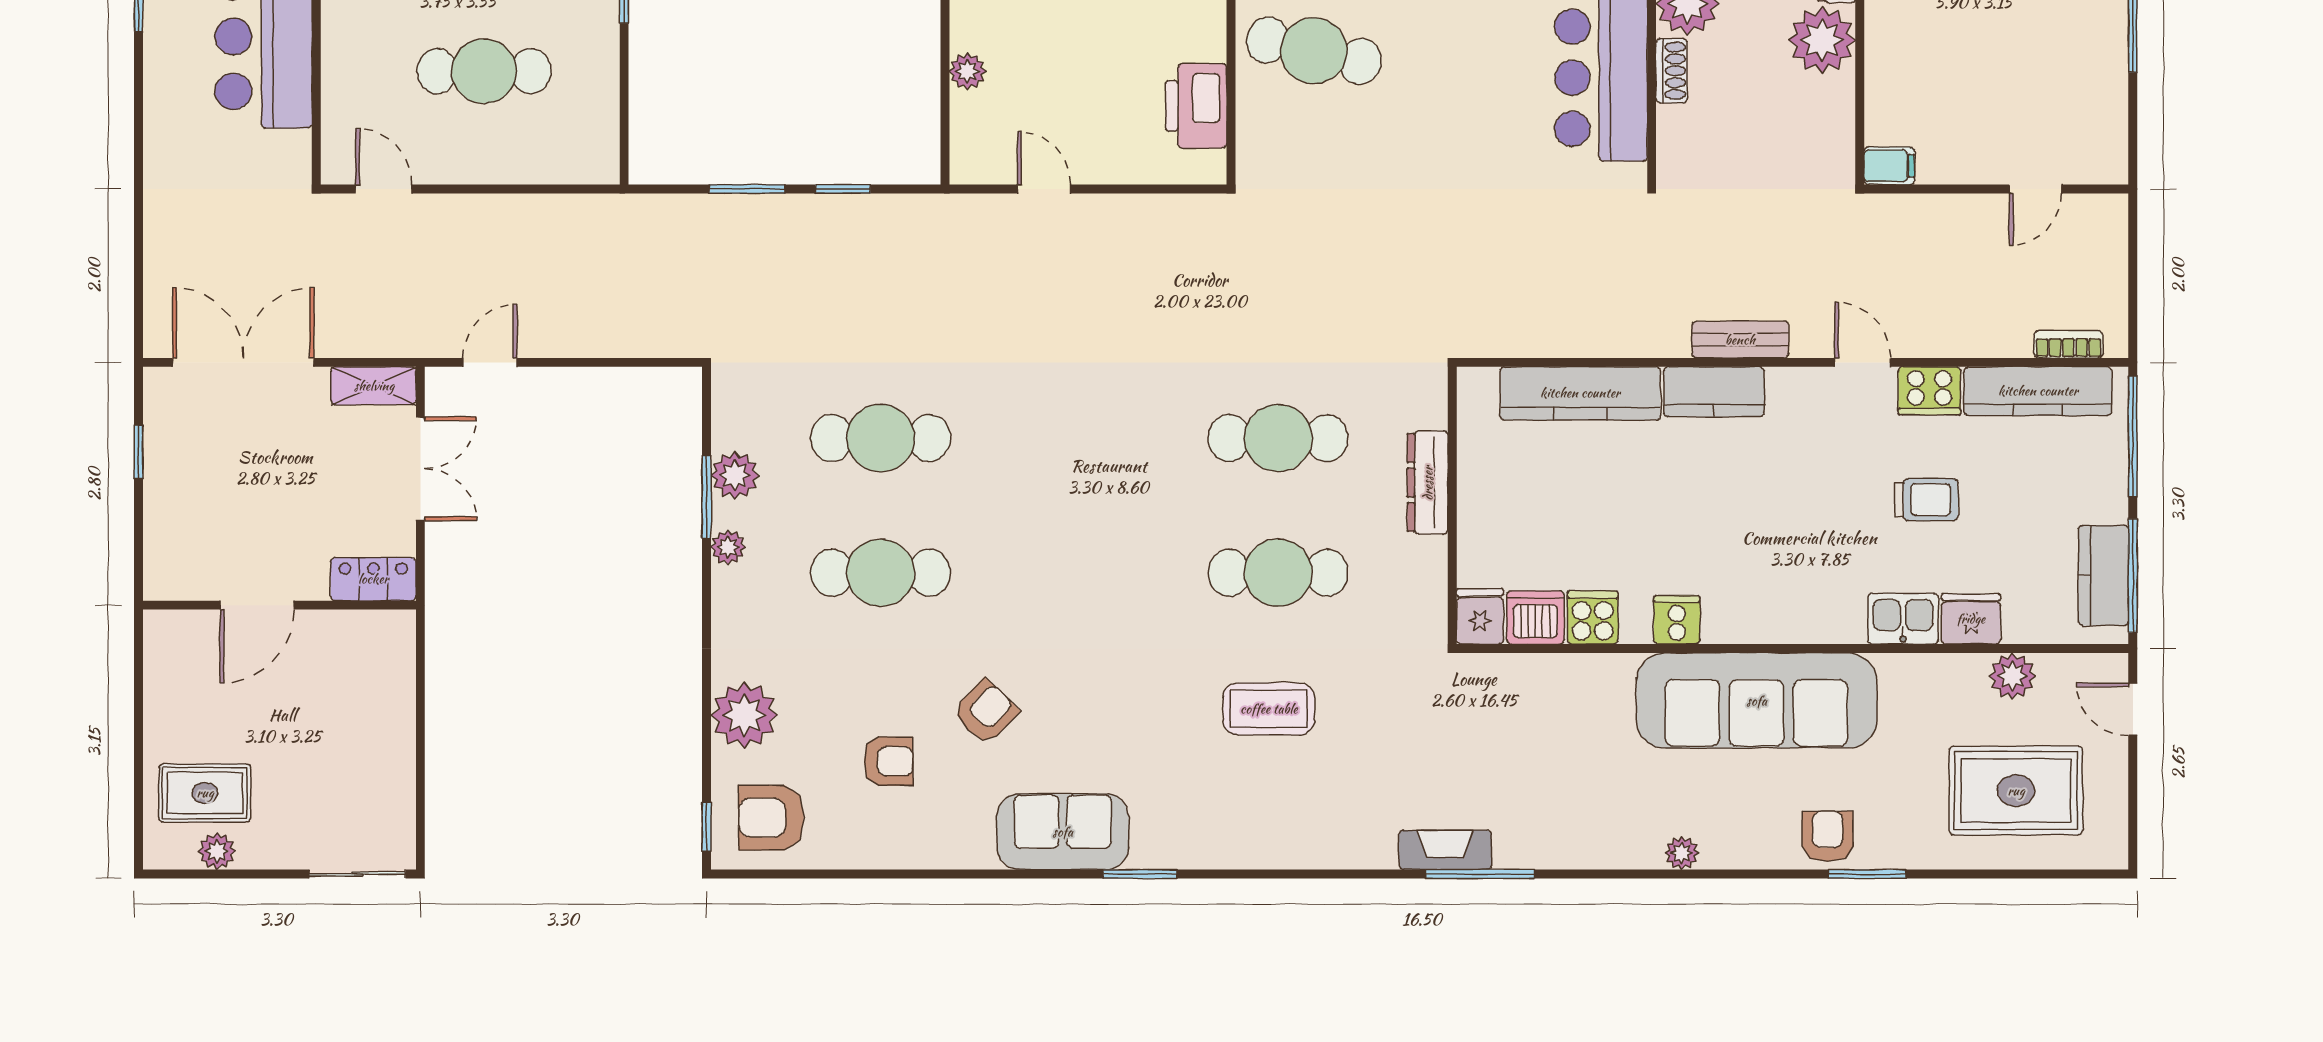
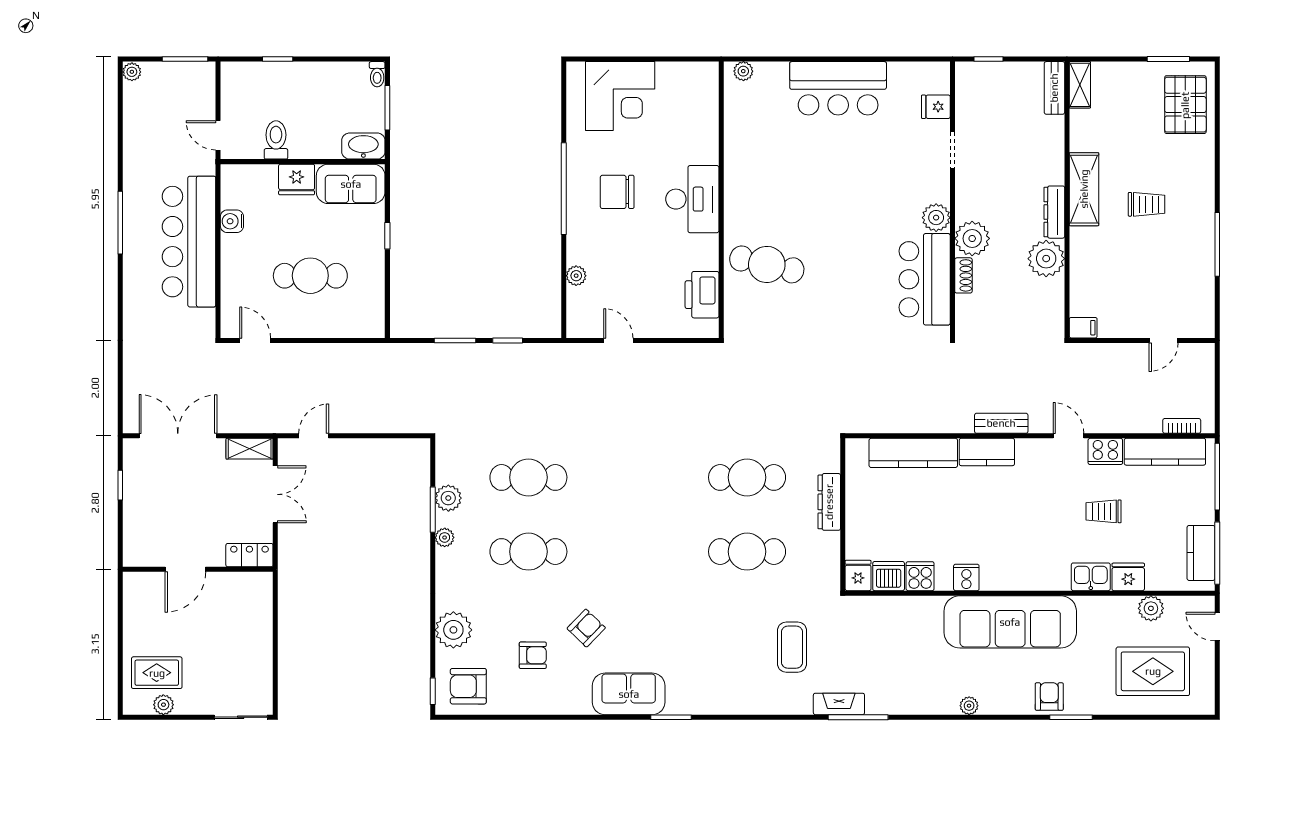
trolley: (1926, 500) -> (1104, 511), turned 180
coffee table: (1269, 709) -> (792, 647), moved, turned 90

